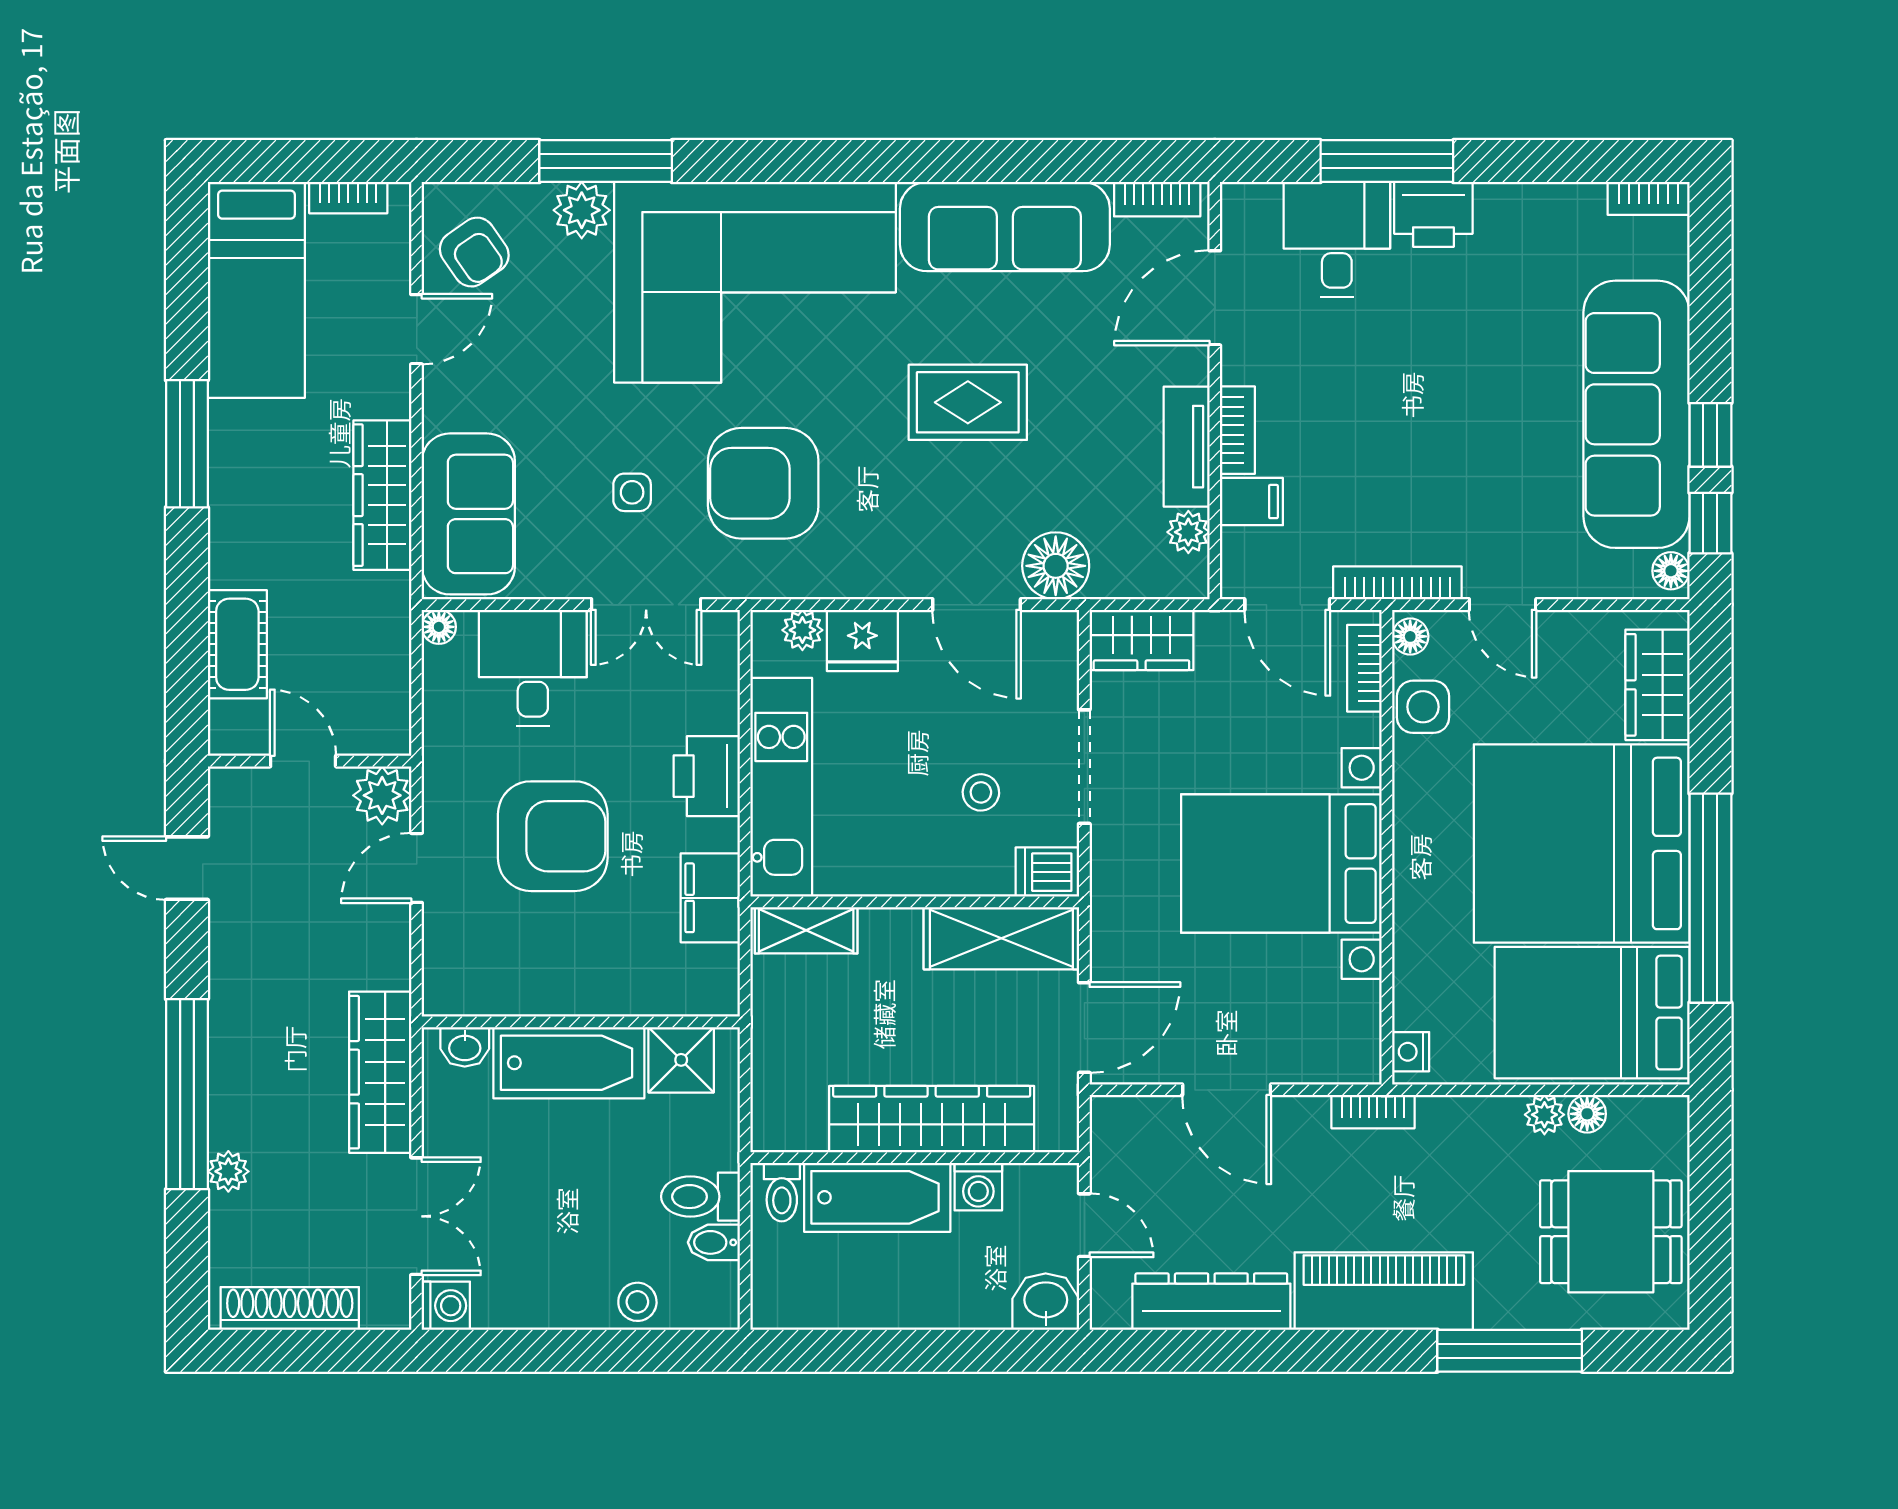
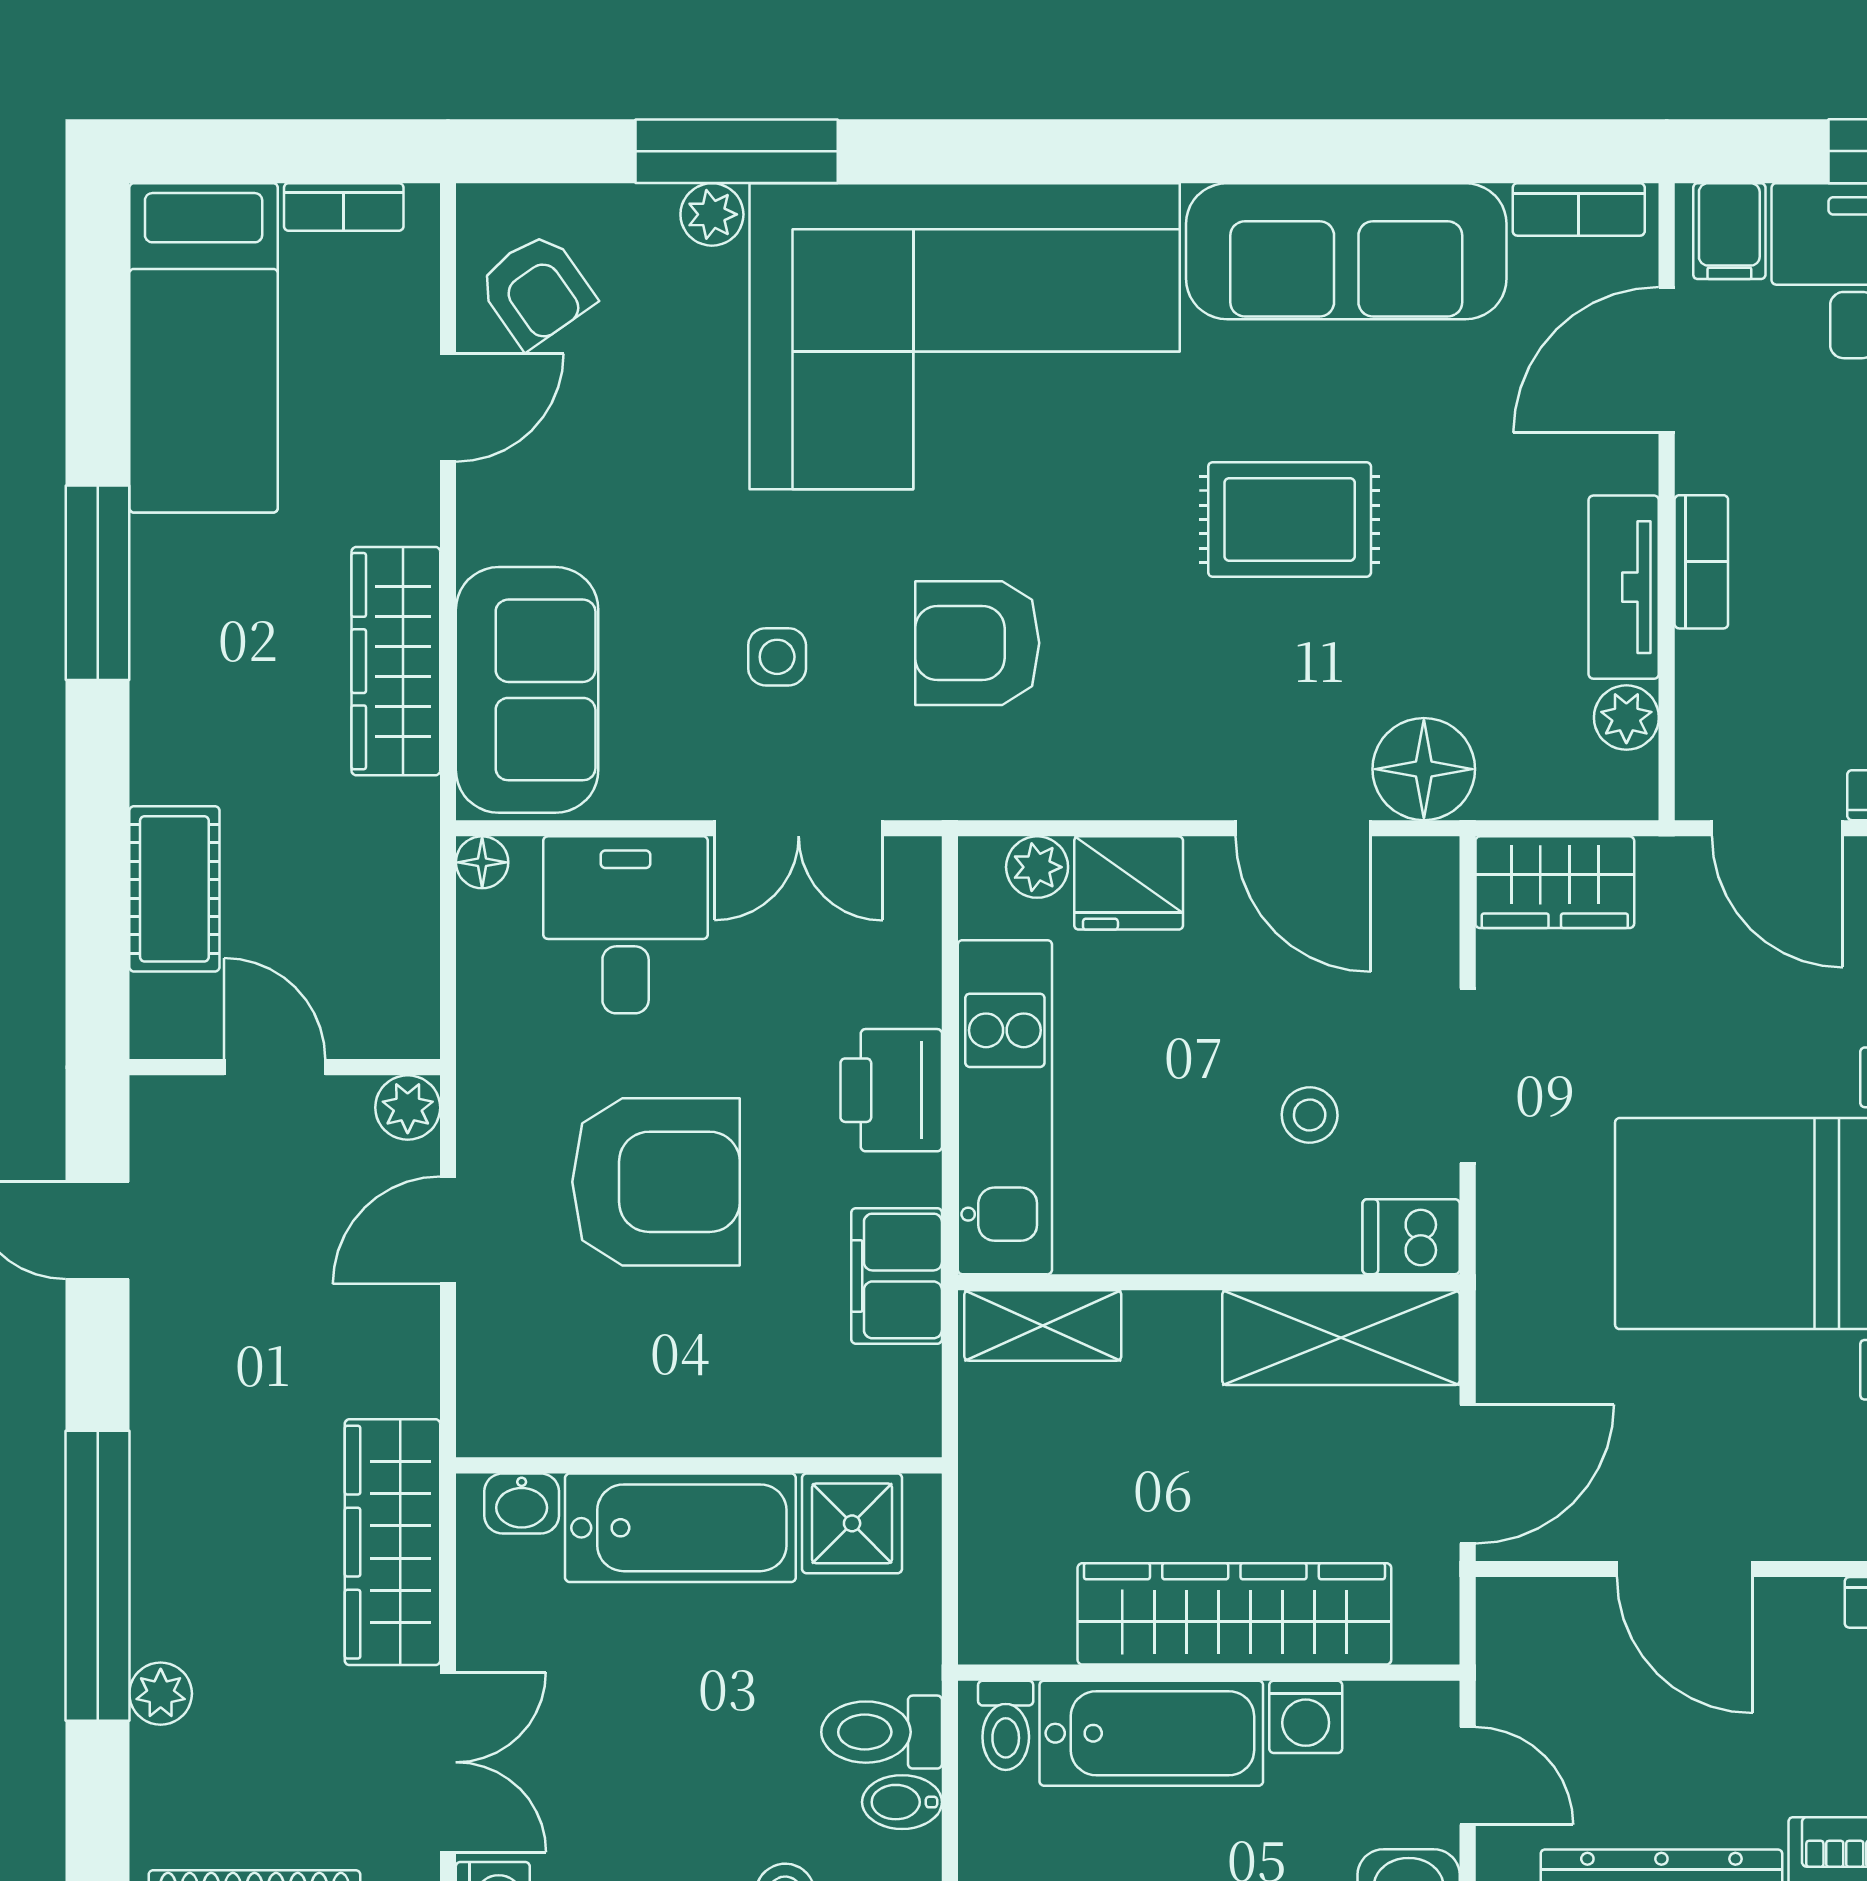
plant: (582, 210) -> (712, 214), width x0.73, depth x0.73
armchair: (763, 483) -> (977, 643), width x0.73, depth x0.73
filing cabinet: (1251, 502) -> (1729, 231), moved, turned 90
plant: (382, 795) -> (408, 1108), width x0.73, depth x0.73

